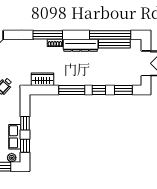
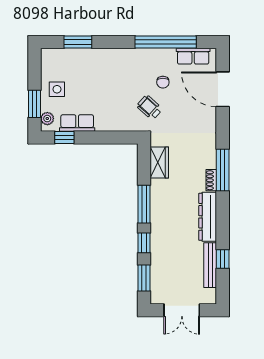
window: (110, 35) -> (223, 259), width x0.32
window: (25, 123) -> (96, 138), removed

